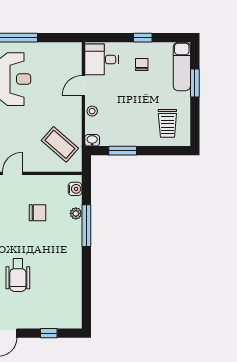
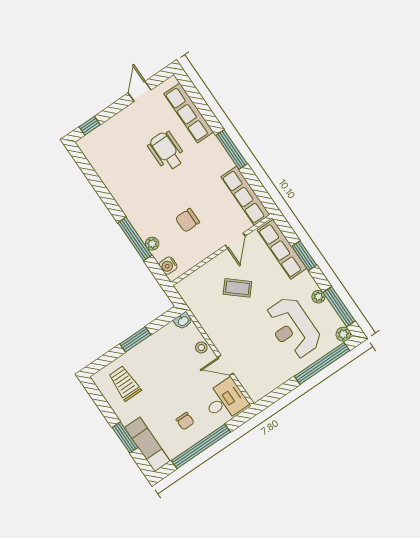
window: (143, 38) -> (201, 446), width x3.17
door: (83, 85) -> (225, 365), swing flipped
coffee table: (60, 144) -> (237, 288), moved, width x0.73, depth x0.77
window: (123, 151) -> (135, 339), moved
window: (49, 333) -> (90, 126), moved

